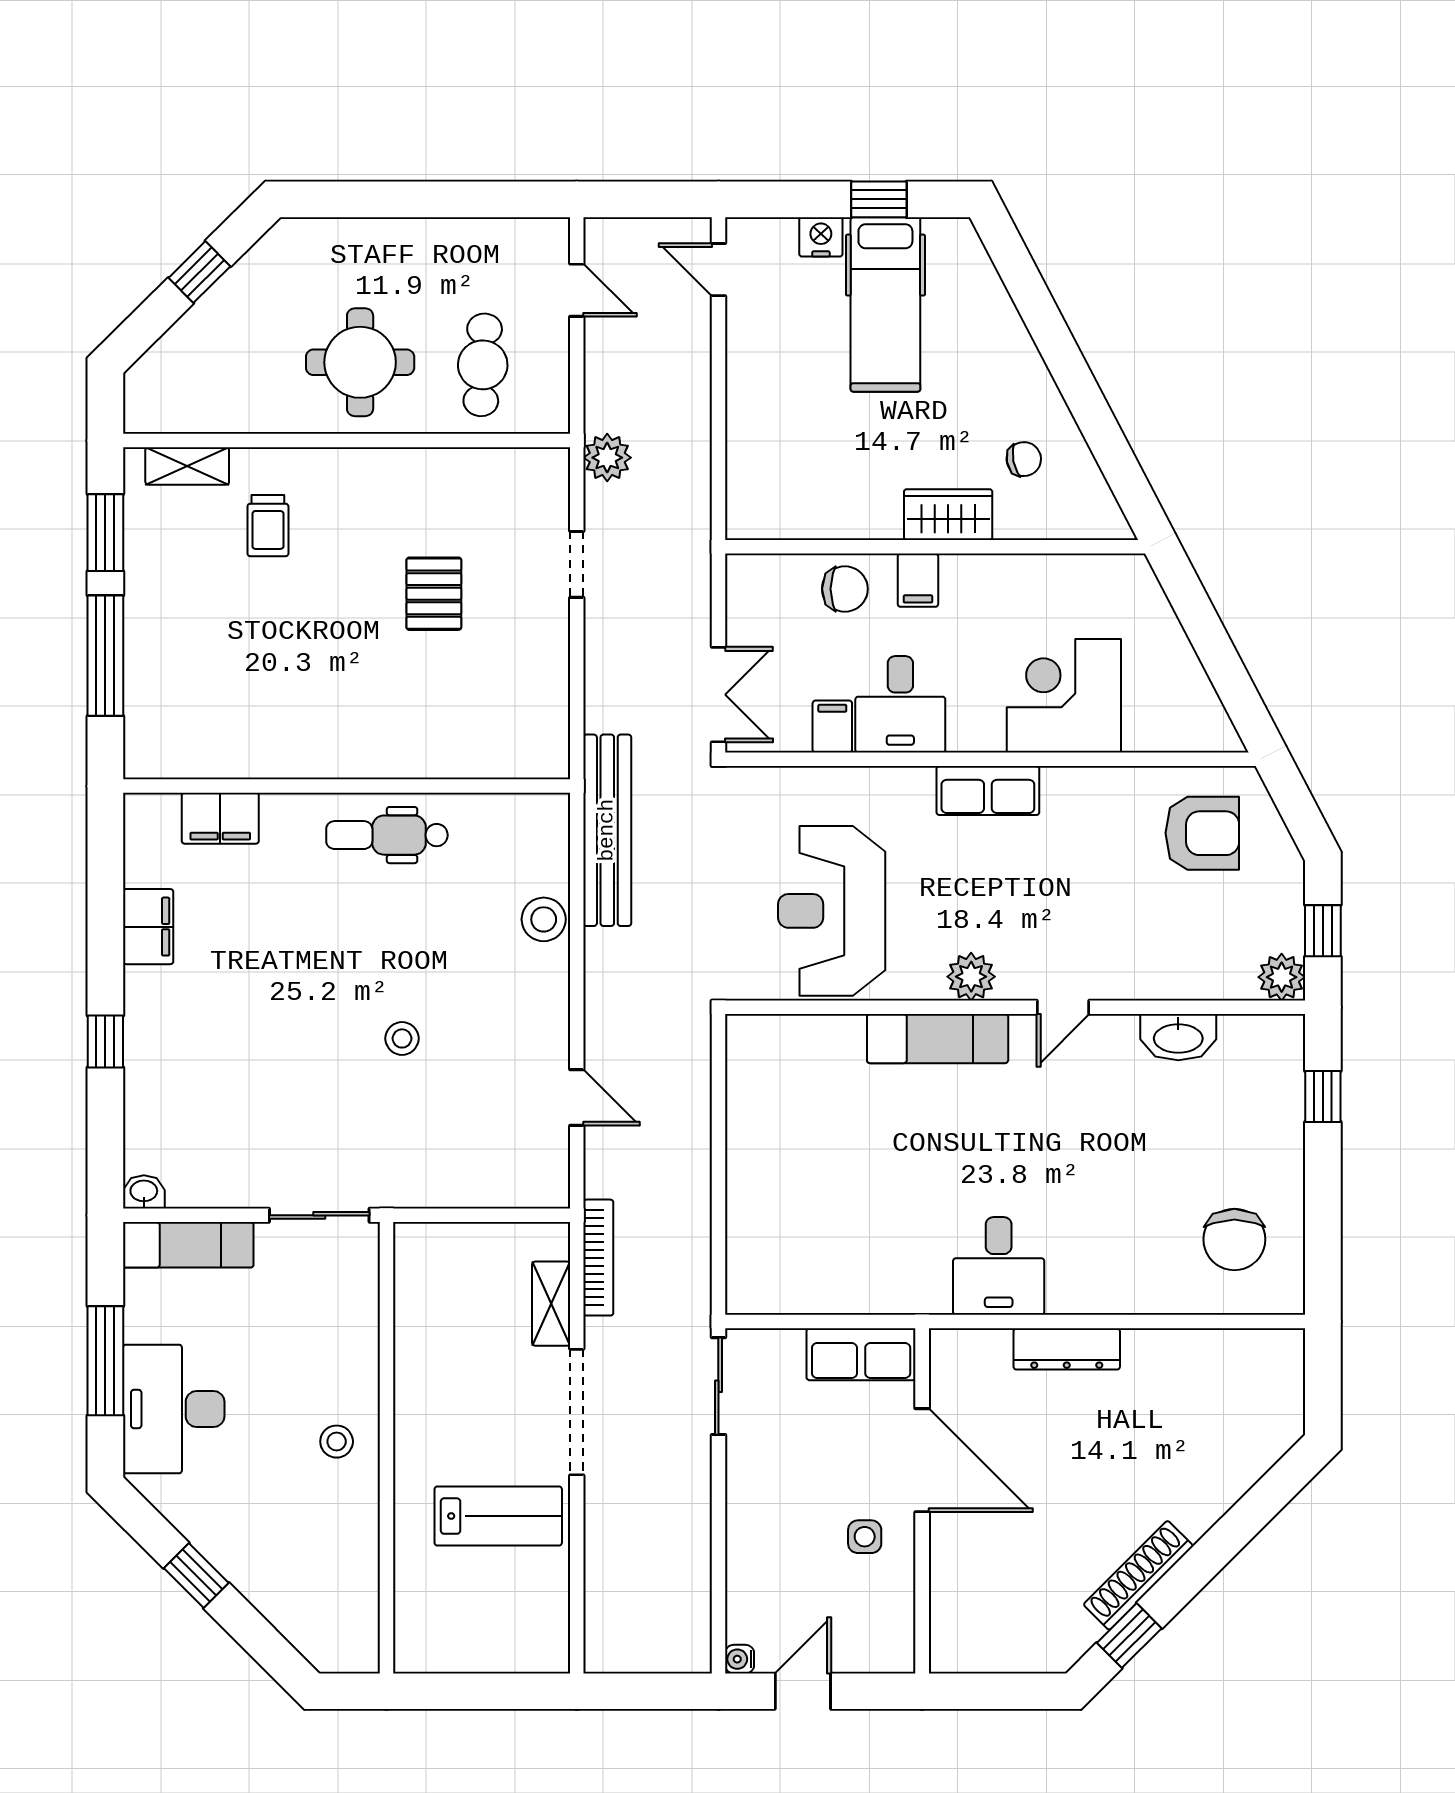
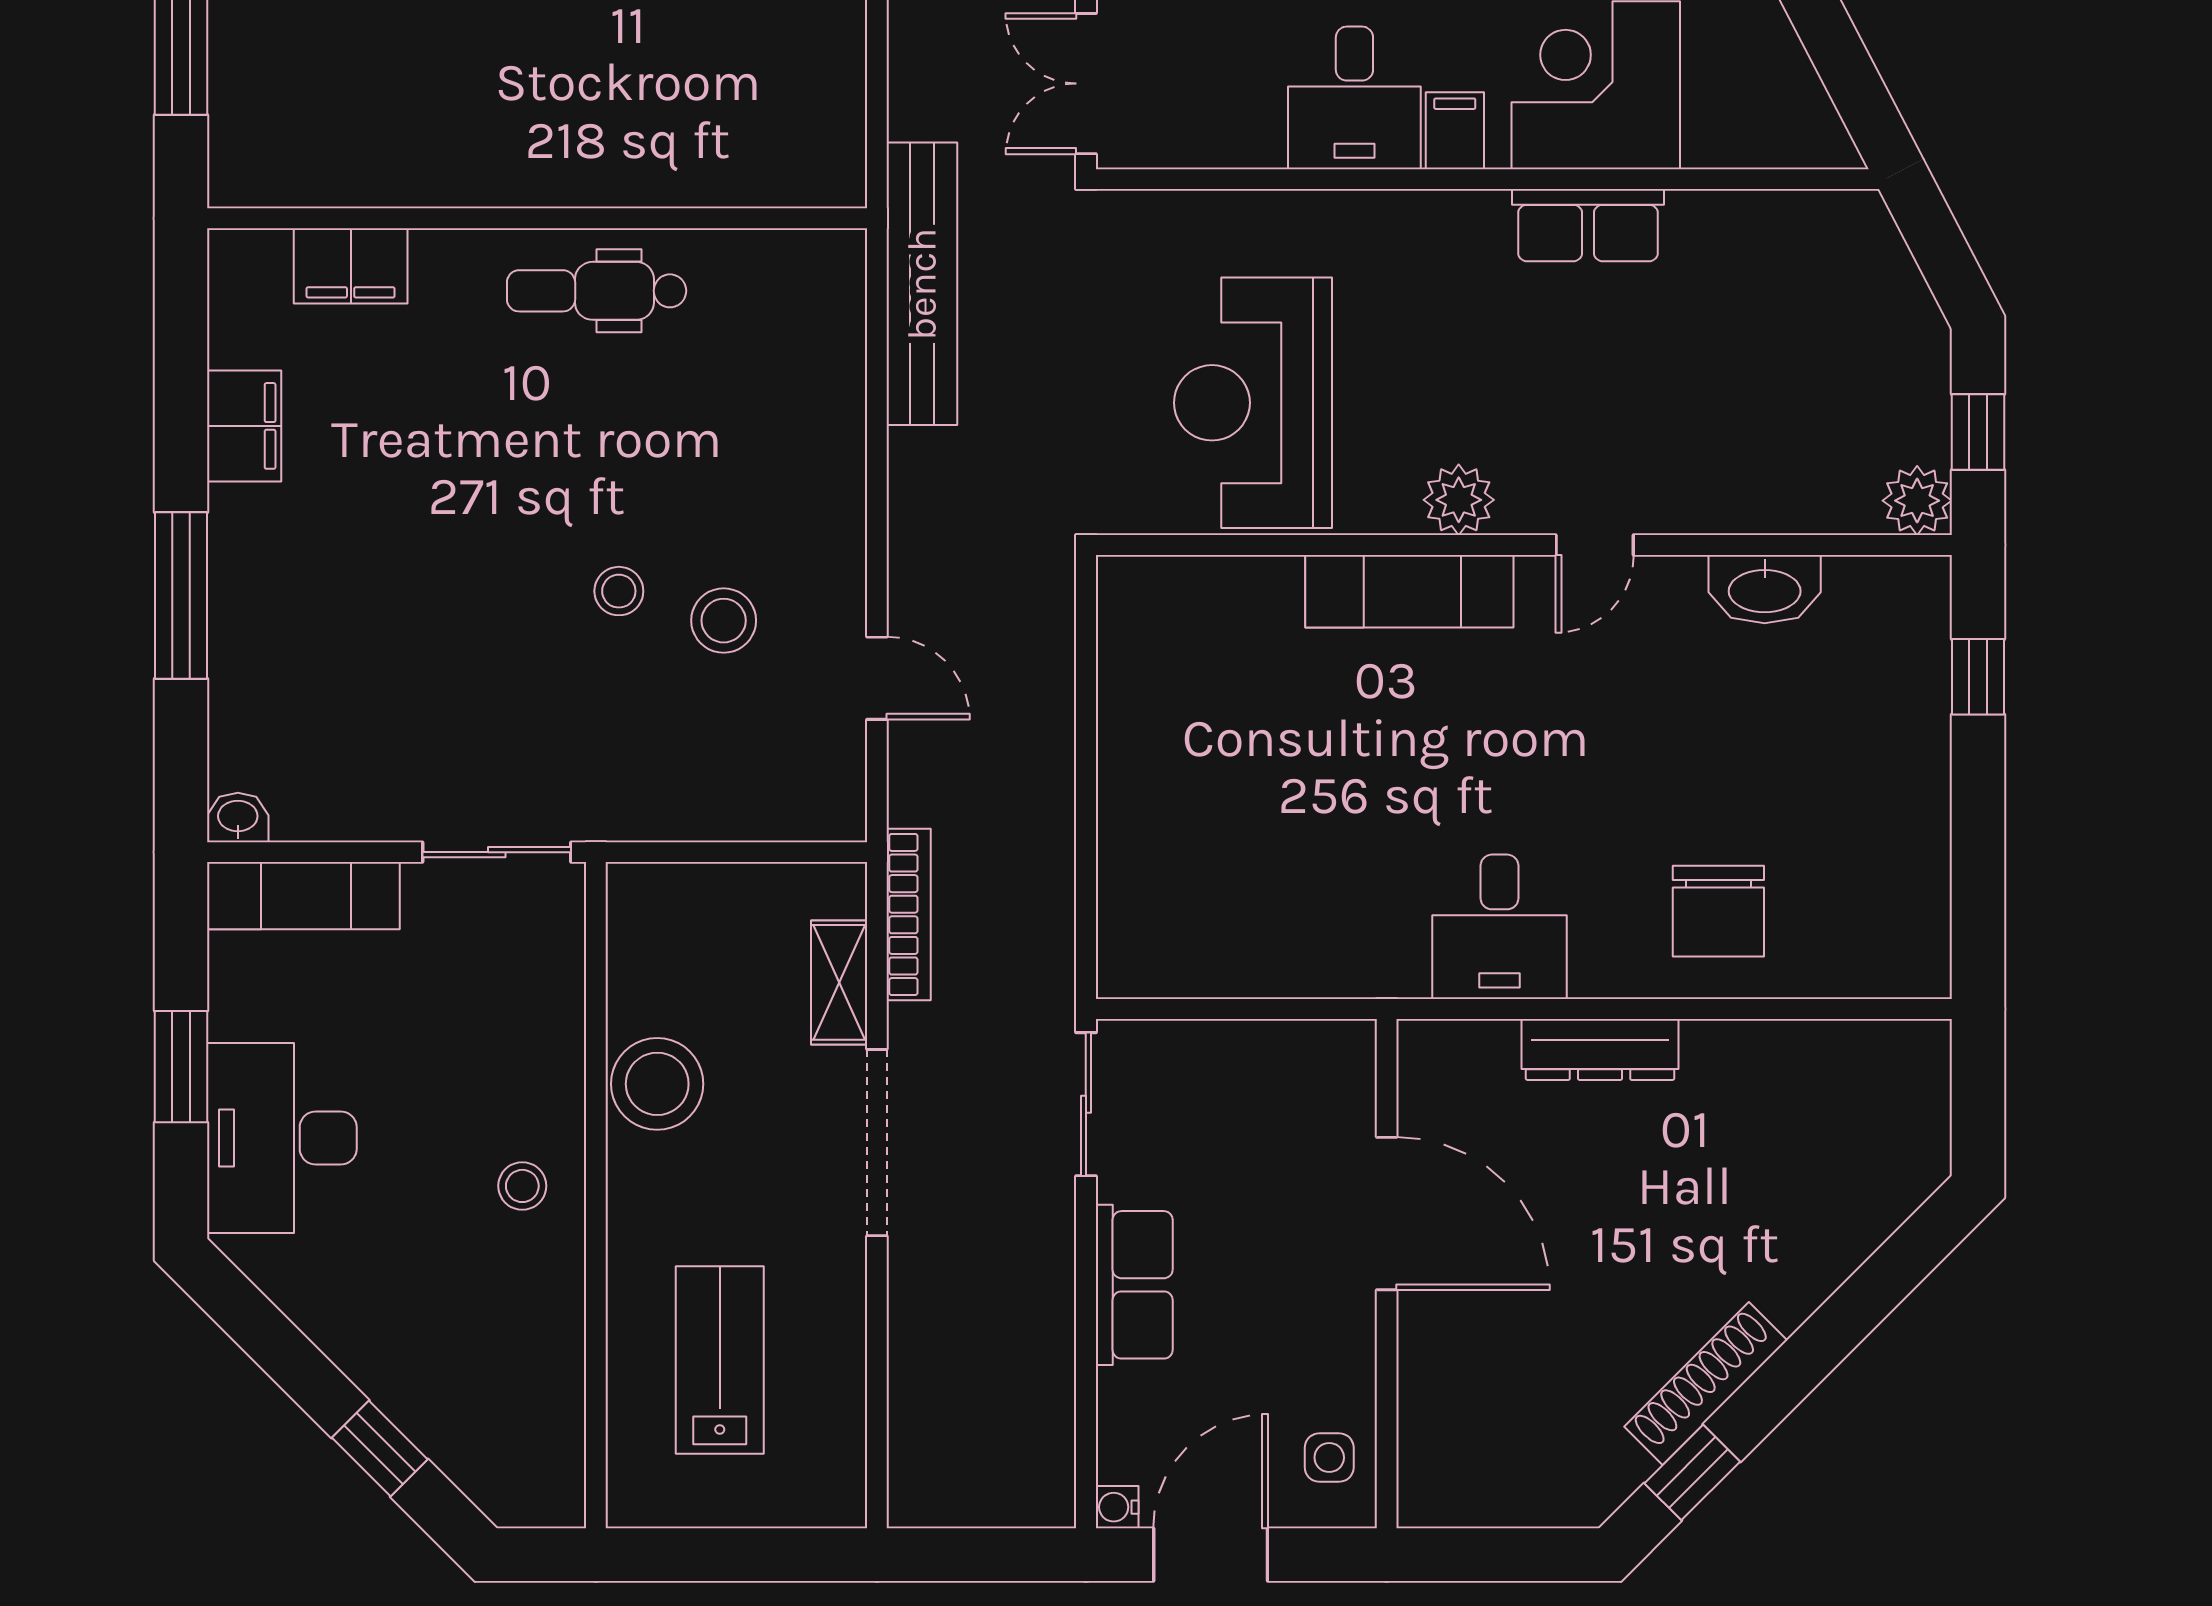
double door: (718, 695) -> (1086, 84), swing flipped
filing cabinet: (832, 727) -> (1455, 131), moved
row of seats: (988, 791) -> (1588, 225), moved
armchair: (1202, 833) -> (1800, 288), removed
stool: (544, 919) -> (724, 621), moved
window: (105, 1041) -> (181, 596), width x2.17
chair: (1234, 1239) -> (1718, 911), moved
row of seats: (861, 1354) -> (1134, 1285), moved, turned -90
window: (105, 1361) -> (181, 1067), width x0.69
stool: (428, 1372) -> (657, 1084), added
lab bench: (498, 1516) -> (720, 1360), moved, turned -90
side table: (865, 1537) -> (1329, 1458), moved
window: (196, 1576) -> (380, 1449), moved
door: (803, 1691) -> (1211, 1555), width x1.38

